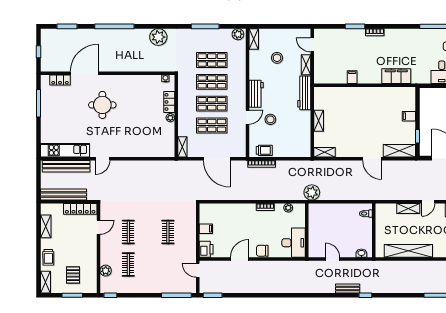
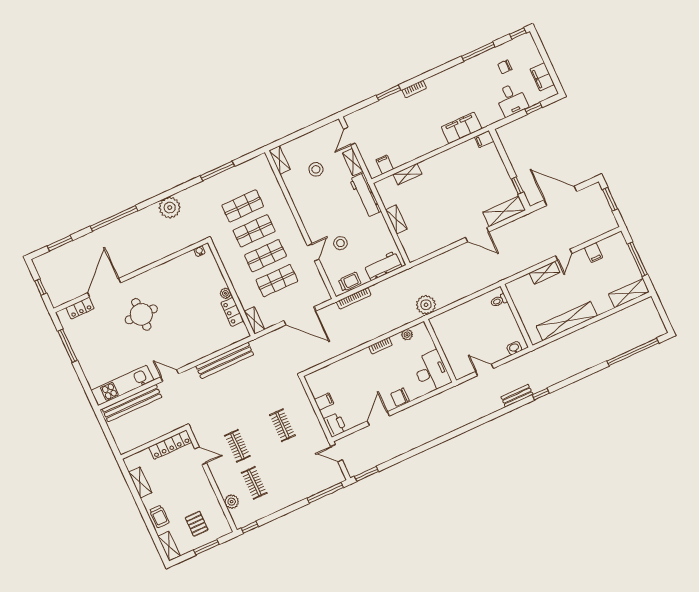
plant: (238, 34) -> (259, 163), removed
door: (312, 45) -> (349, 136), hinge flipped
filing cabinet: (352, 77) -> (385, 165), moved
workbench: (256, 94) -> (383, 266), moved, turned -90
locker: (169, 102) -> (232, 312), moved
filing cabinet: (409, 116) -> (484, 139), moved
shelving: (325, 152) -> (407, 174), moved
door: (103, 159) -> (170, 375), swing flipped
bench: (64, 195) -> (225, 360), moved
door: (98, 227) -> (201, 456), hinge flipped

